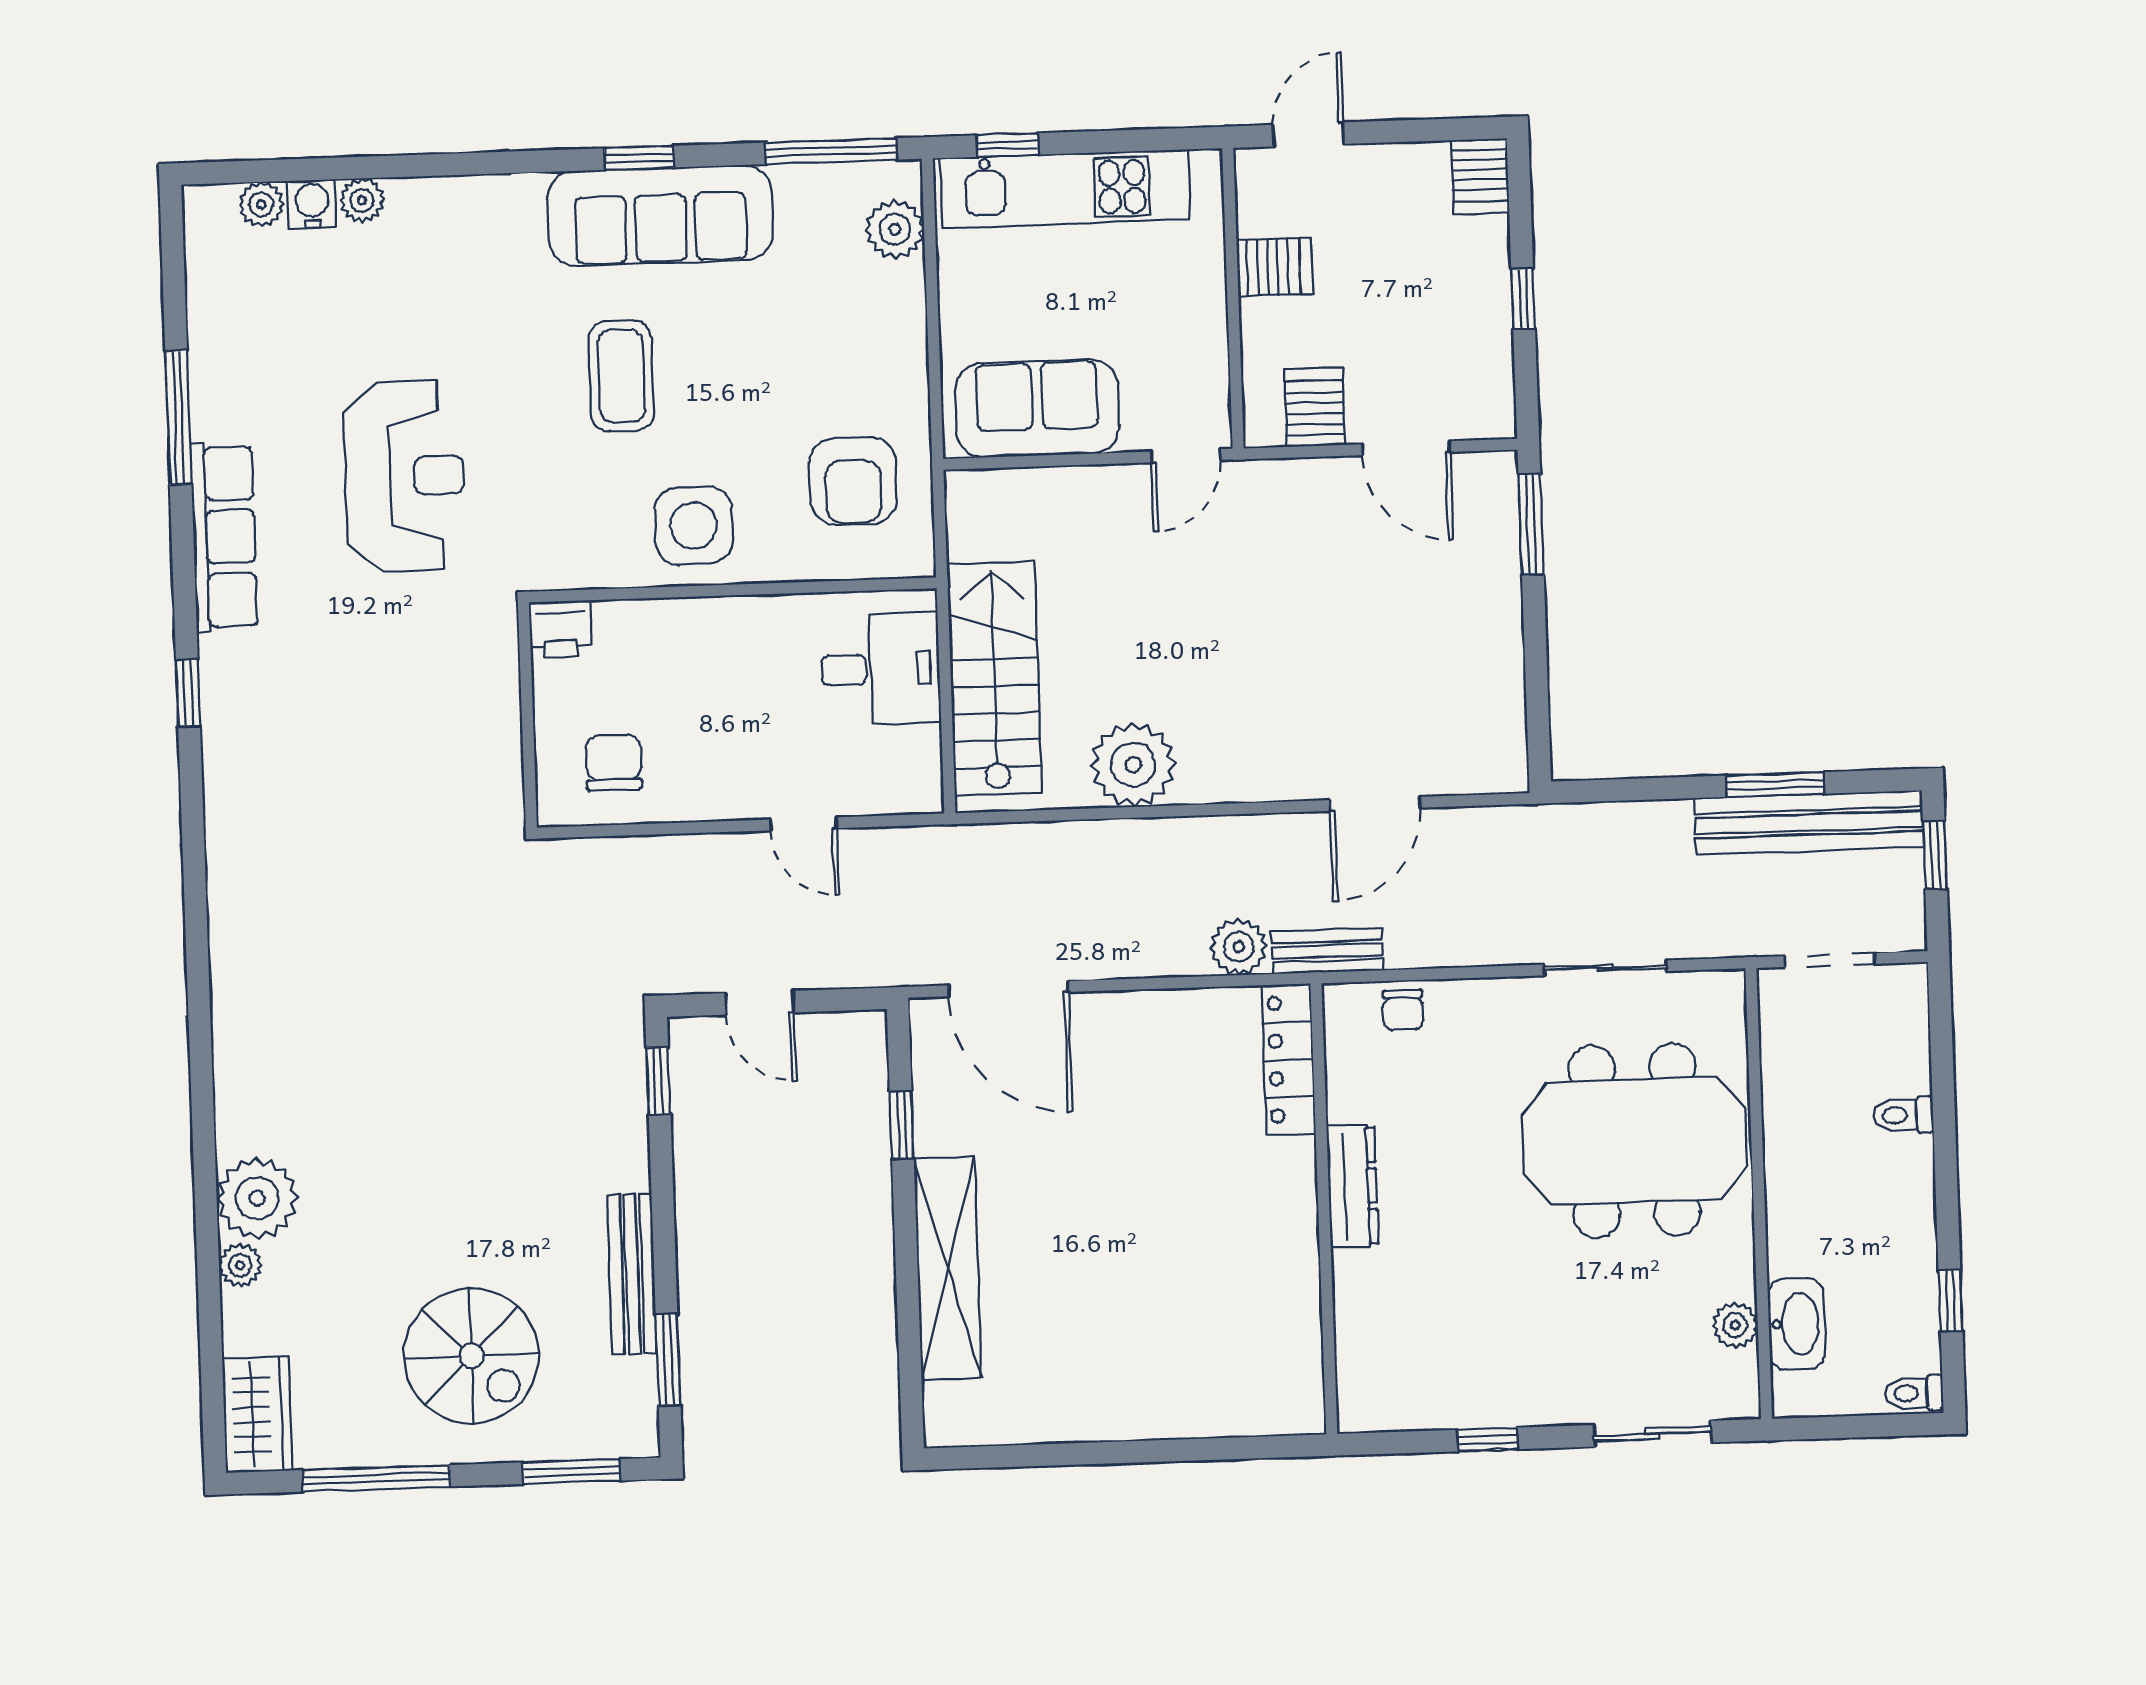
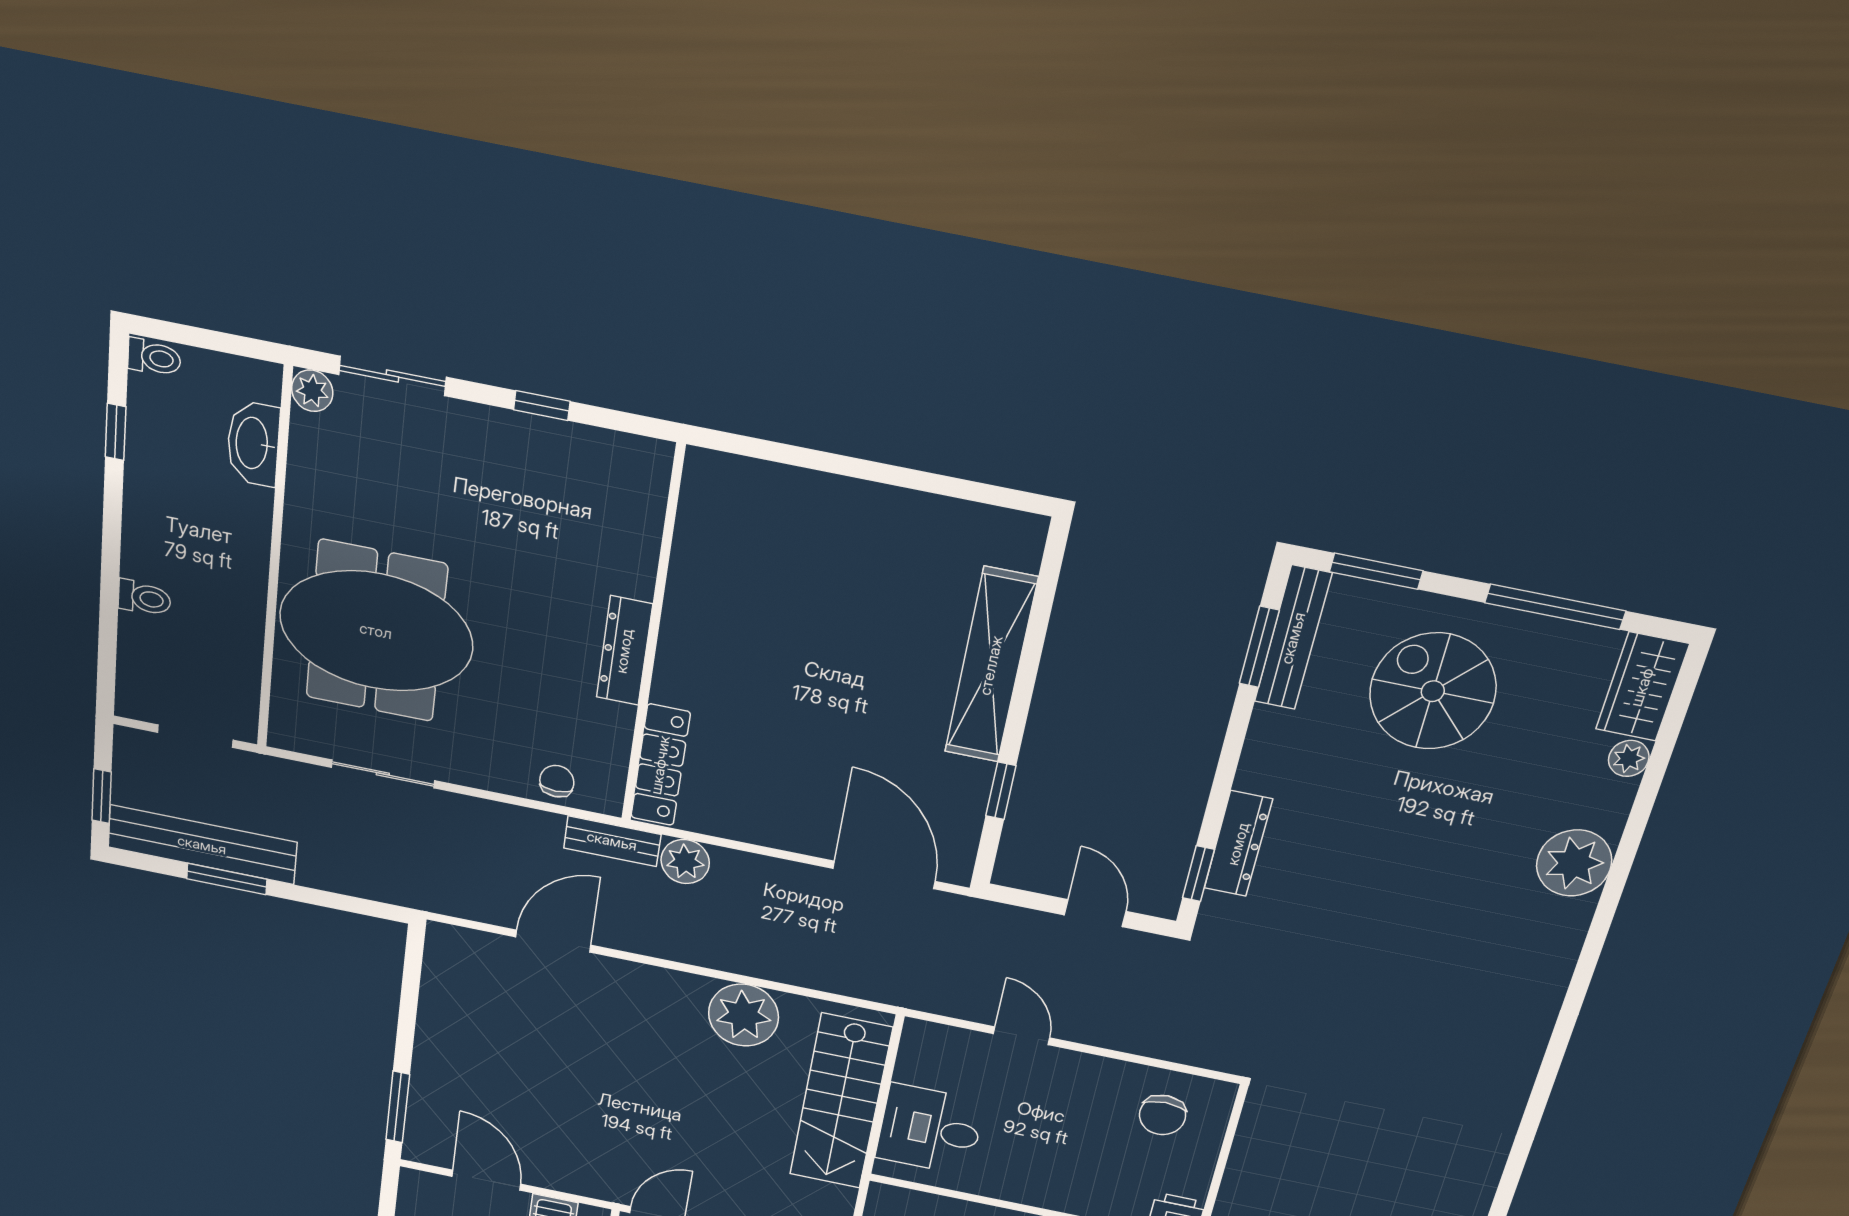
dresser: (625, 1128) -> (1238, 844), added
plant: (240, 1265) -> (1629, 758), moved
bench: (632, 1274) -> (1293, 638), moved
plant: (1735, 1325) -> (312, 391), moved

